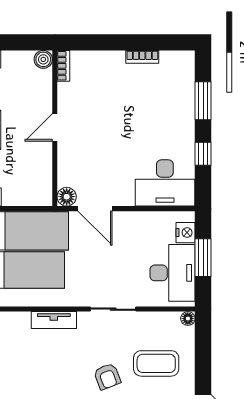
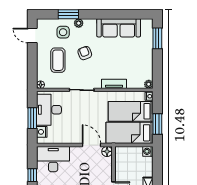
coffee table: (156, 363) -> (58, 60), turned 90

